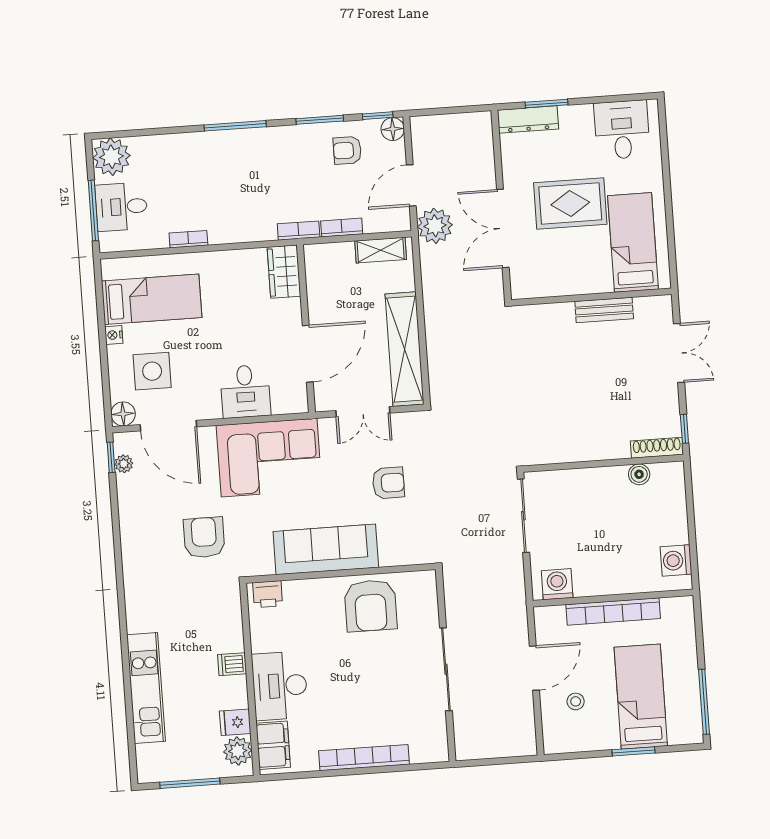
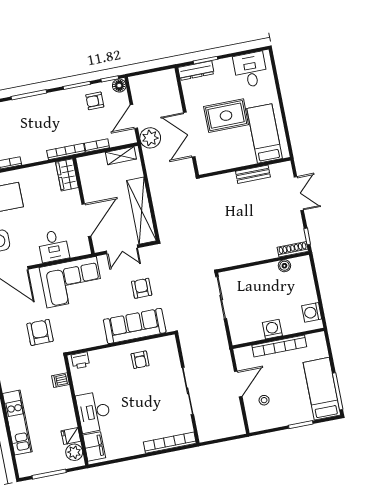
bookcase: (299, 231) -> (66, 151), width x1.56
armchair: (388, 483) -> (142, 288), turned -90
sofa: (326, 549) -> (135, 326), moved
washing machine: (557, 584) -> (272, 329), moved
armchair: (371, 606) -> (140, 360), width x0.53, depth x0.53
dishwasher: (232, 664) -> (60, 380), moved
bed: (641, 697) -> (322, 389), moved
bookcase: (364, 758) -> (170, 443), moved

